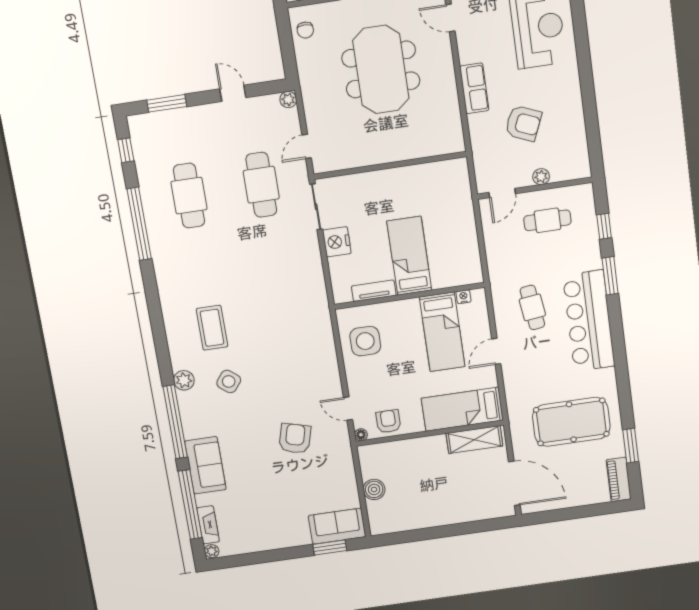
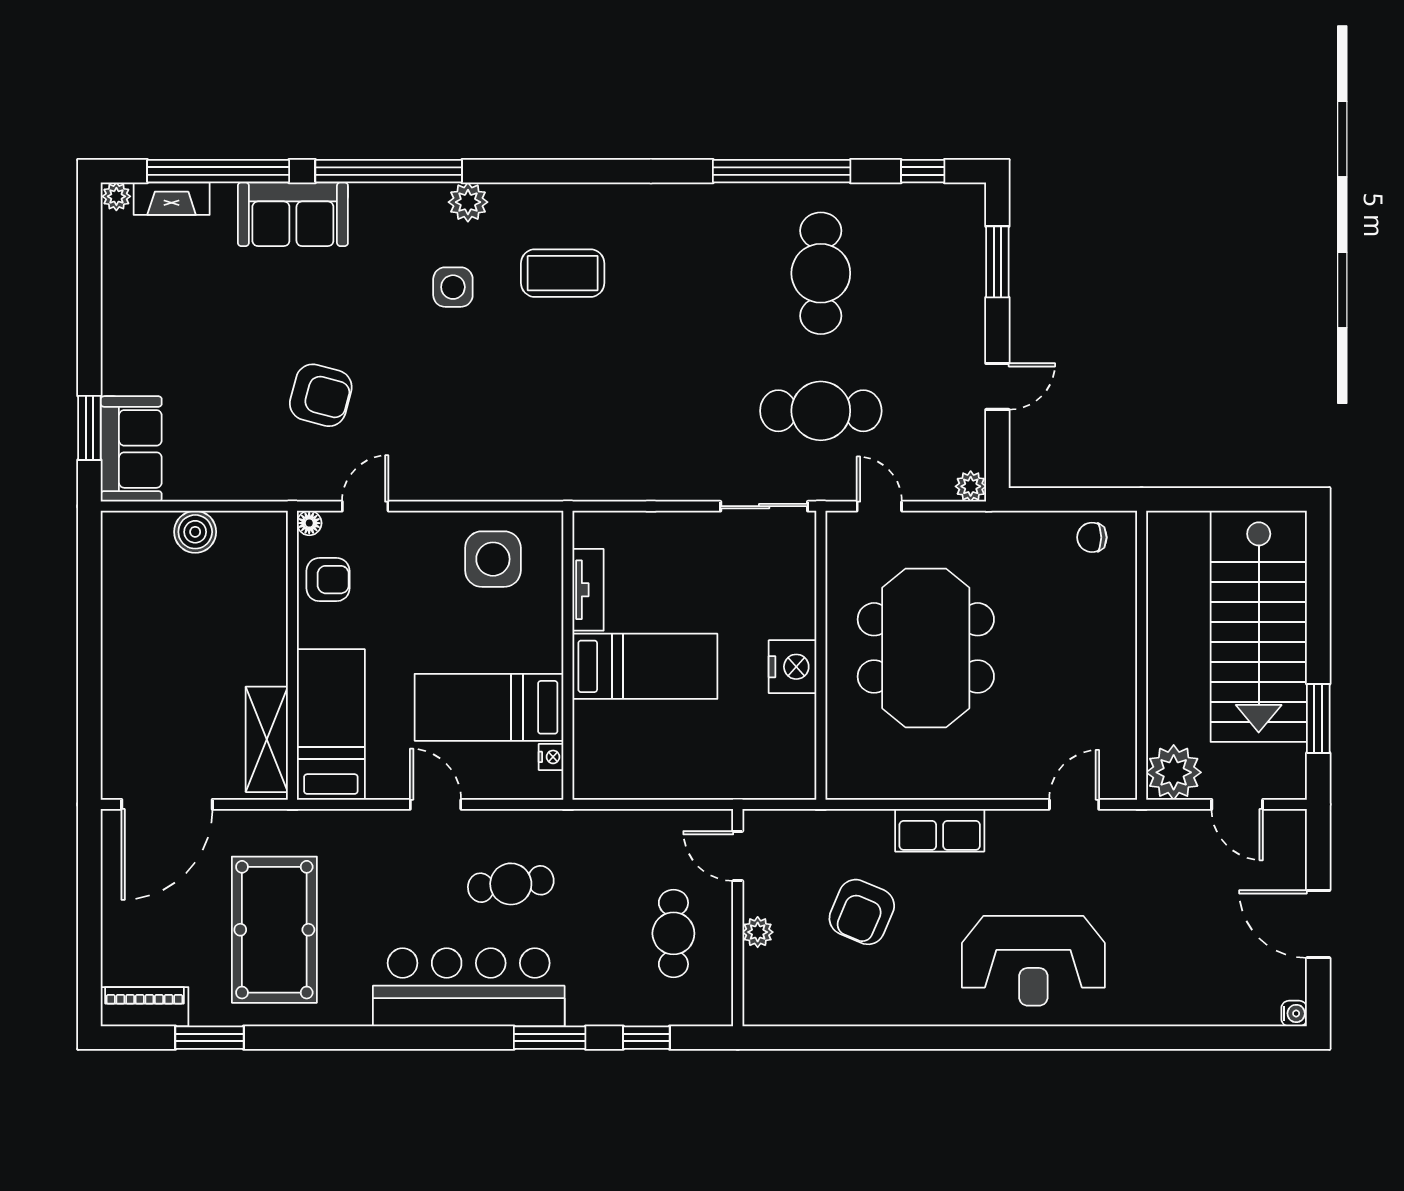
meeting table: (381, 69) -> (926, 648), moved, turned 90
cafe table: (189, 196) -> (821, 273), turned 90
nightstand: (337, 242) -> (792, 667), moved, turned 90
side table: (229, 381) -> (453, 287), turned -38

